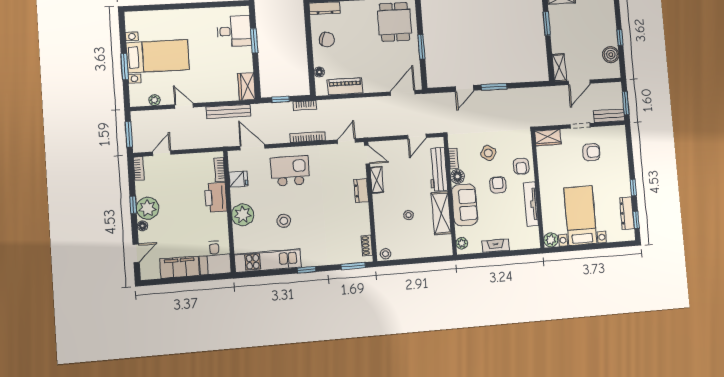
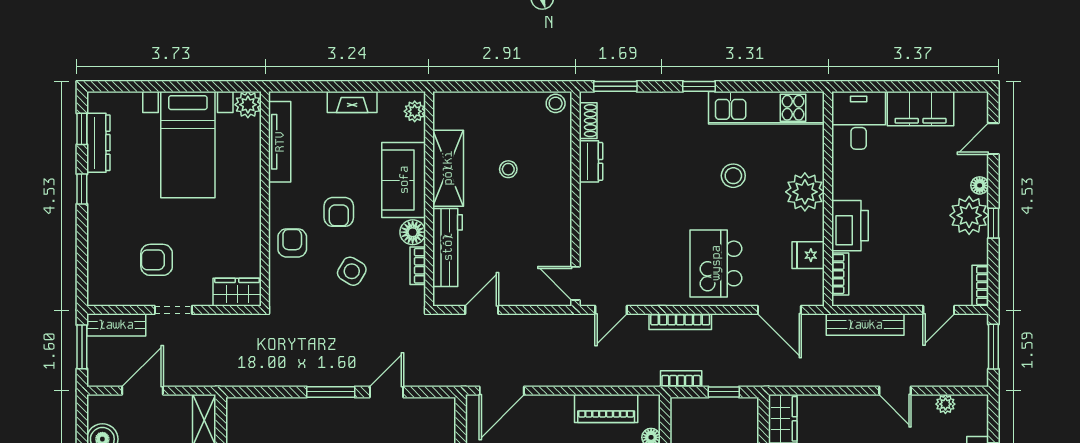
door: (579, 82) -> (143, 391), moved
bench: (229, 111) -> (865, 325), moved
kitchen island: (290, 171) -> (716, 263), turned 90
shelving: (377, 180) -> (561, 236), removed
dresser: (361, 191) -> (591, 161), moved
tv unit: (531, 204) -> (280, 142), moved

